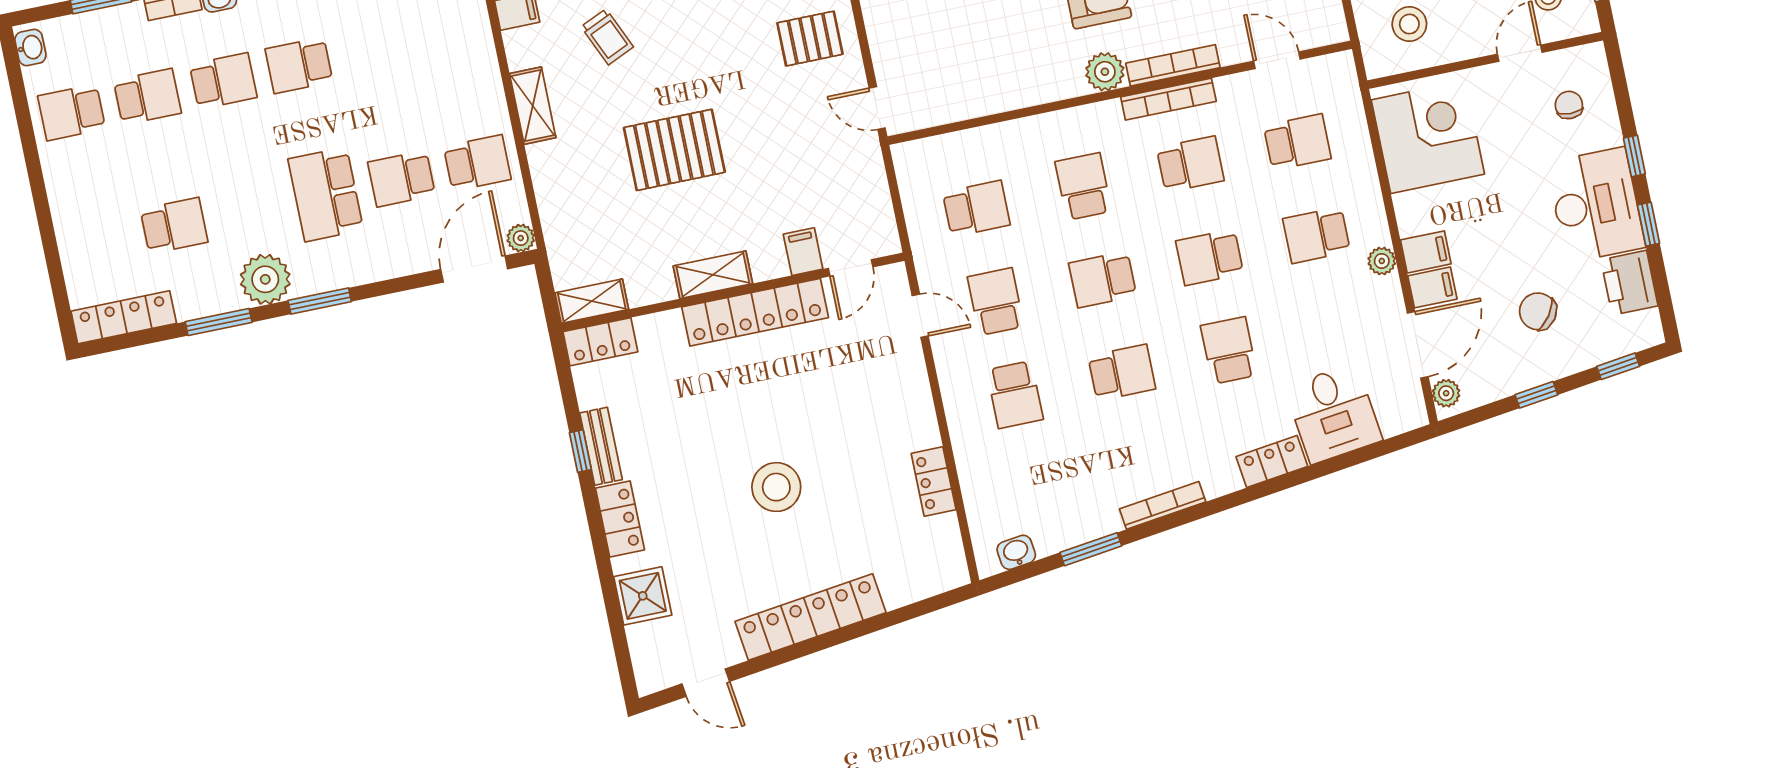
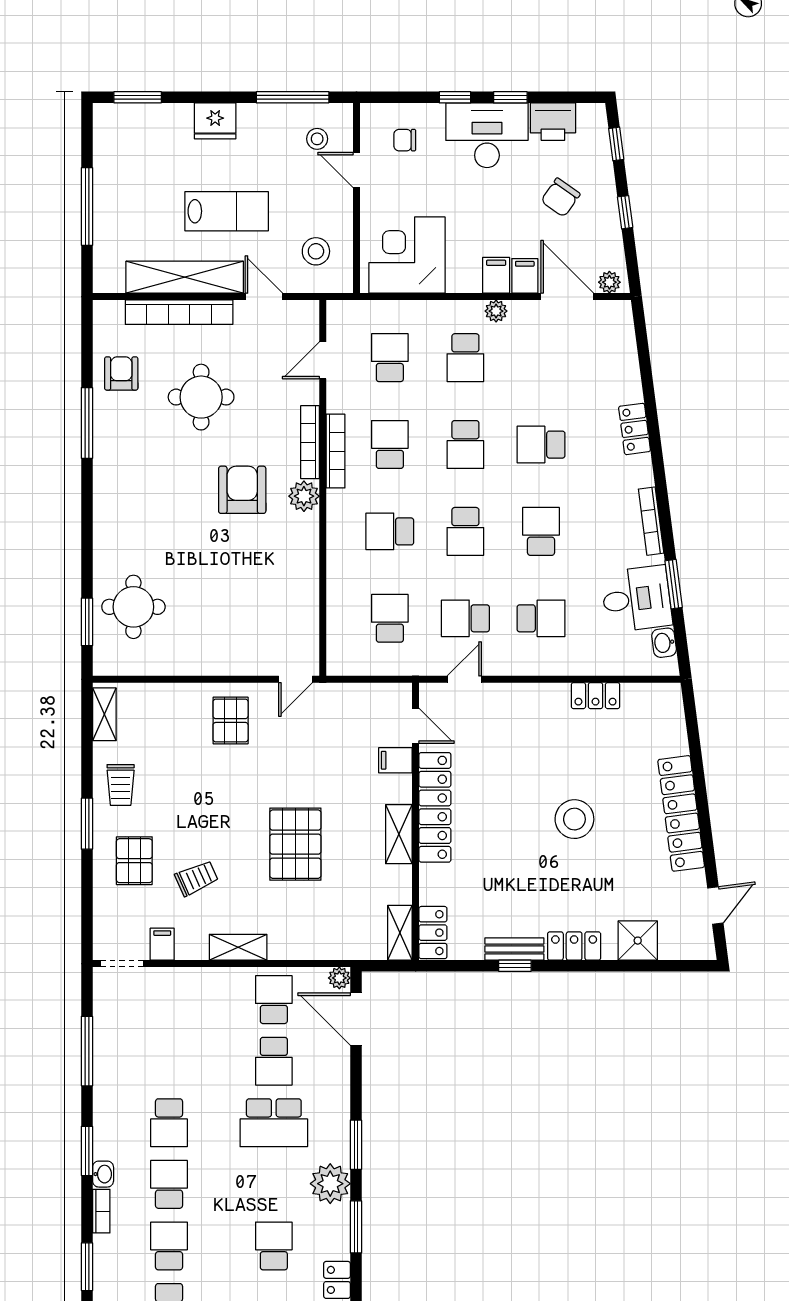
desk: (1333, 414) -> (637, 599), moved

